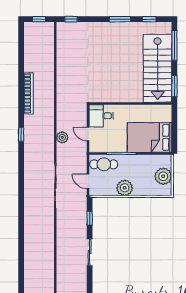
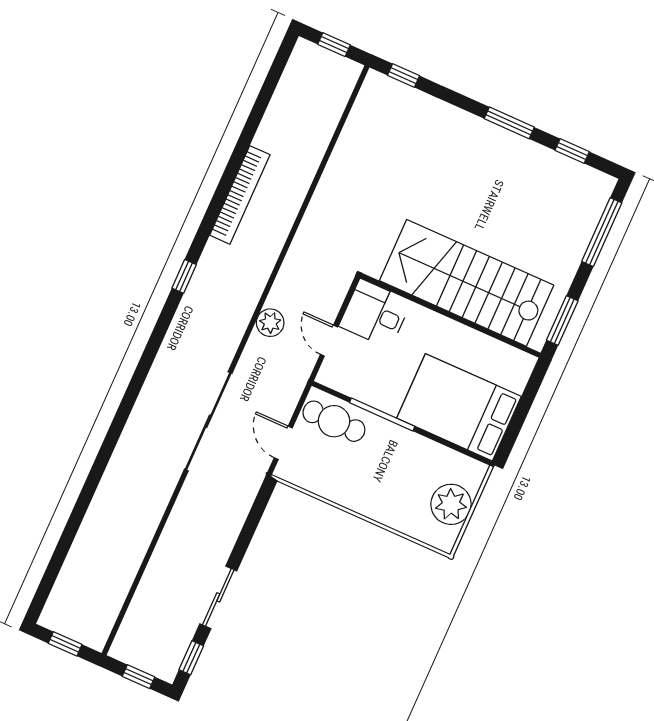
stairs: (158, 68) -> (467, 283), moved, turned 90
plant: (125, 188) -> (356, 492), removed
window: (90, 218) -> (191, 658), moved

